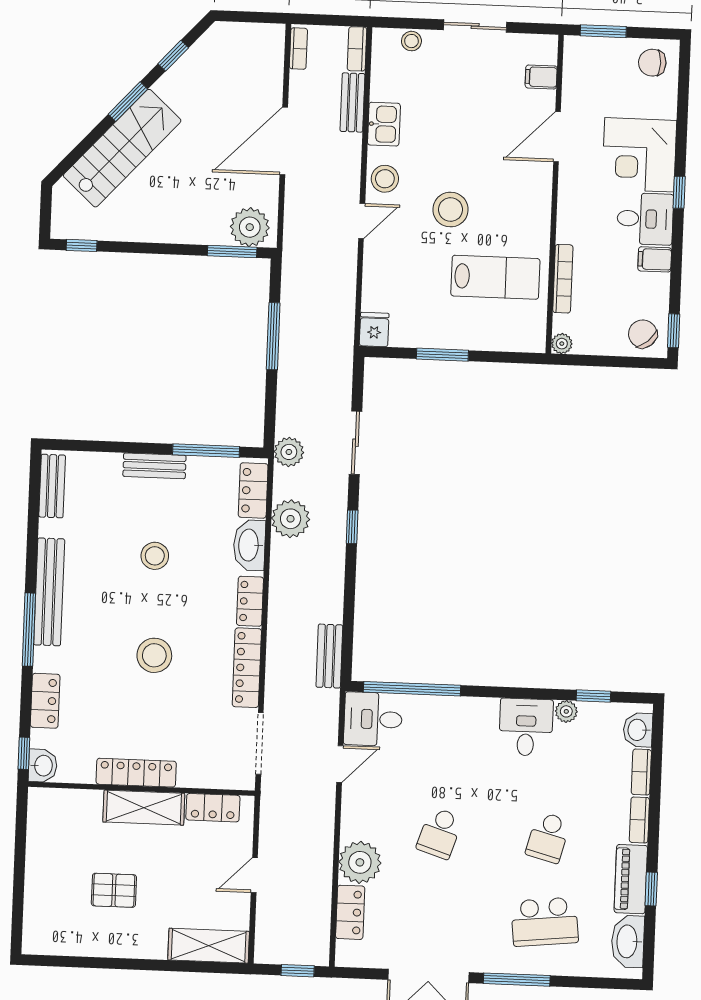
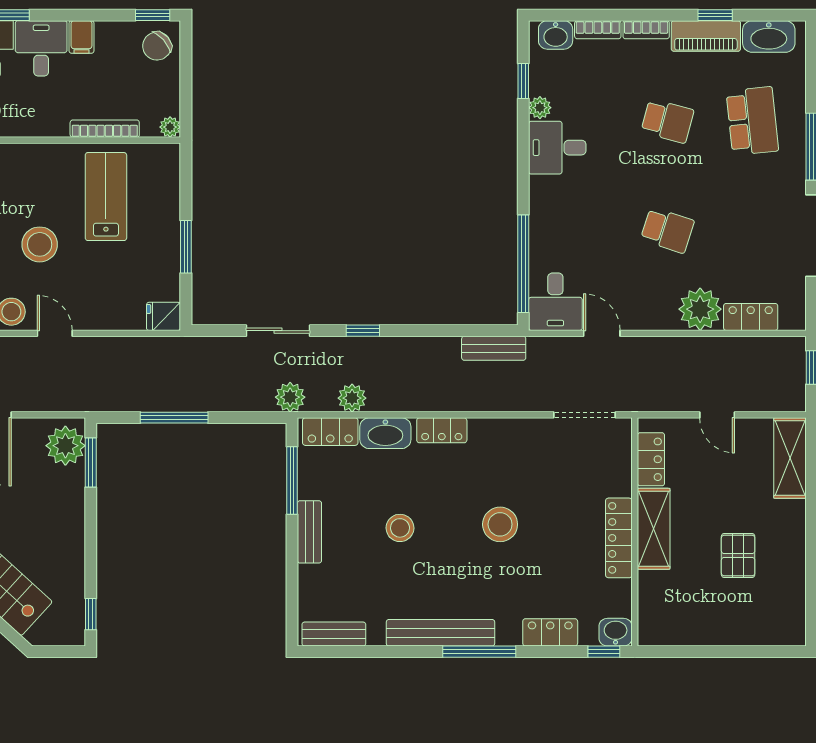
plant: (291, 519) -> (352, 398), width x0.73, depth x0.73
locker: (247, 668) -> (509, 431), removed

